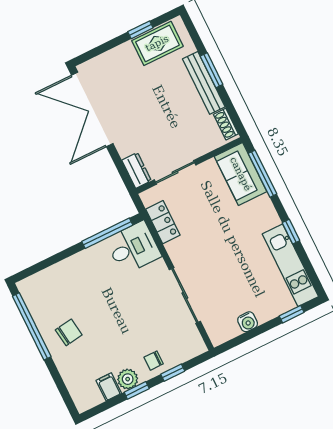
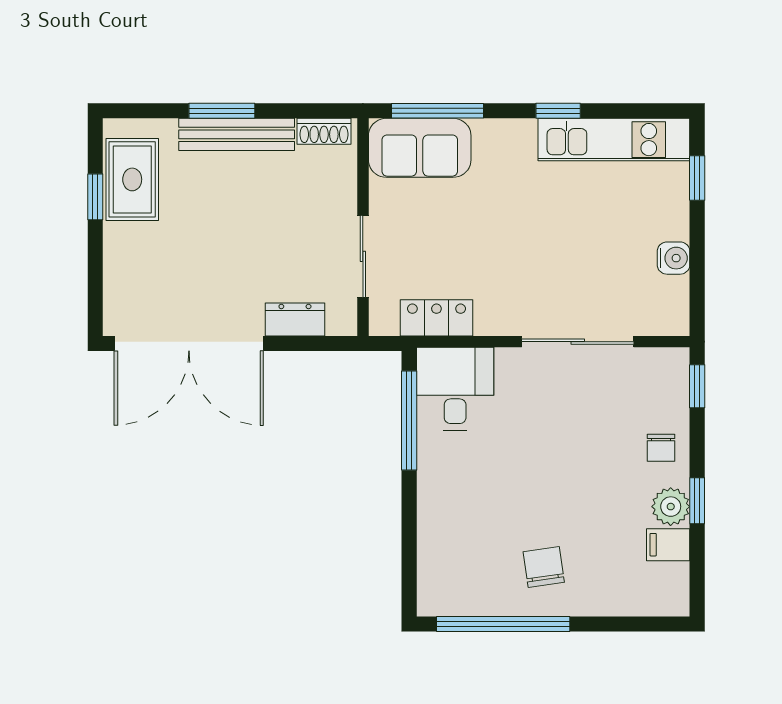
dresser: (137, 170) -> (295, 319), moved
window: (173, 373) -> (697, 386), moved

